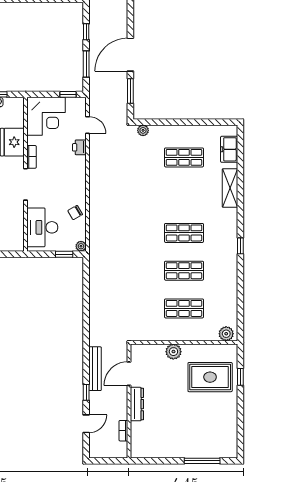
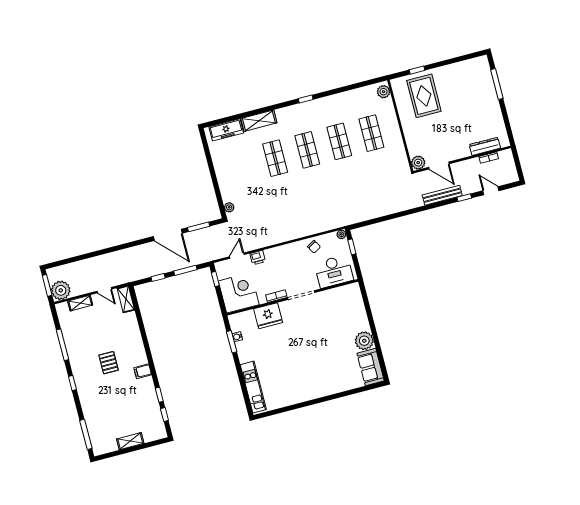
freezer: (229, 149) -> (226, 130), width x1.40
shop shelf: (184, 157) -> (275, 158), moved
plant: (173, 352) -> (418, 163), moved
dresser: (137, 404) -> (485, 146), moved

